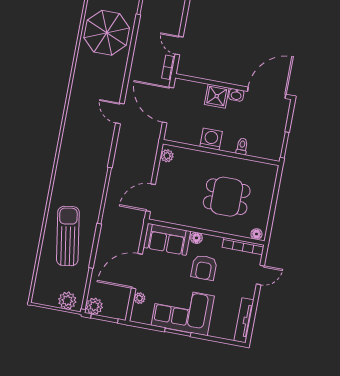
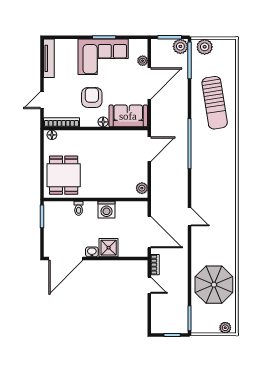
dining table: (227, 197) -> (64, 175), moved, turned 90

